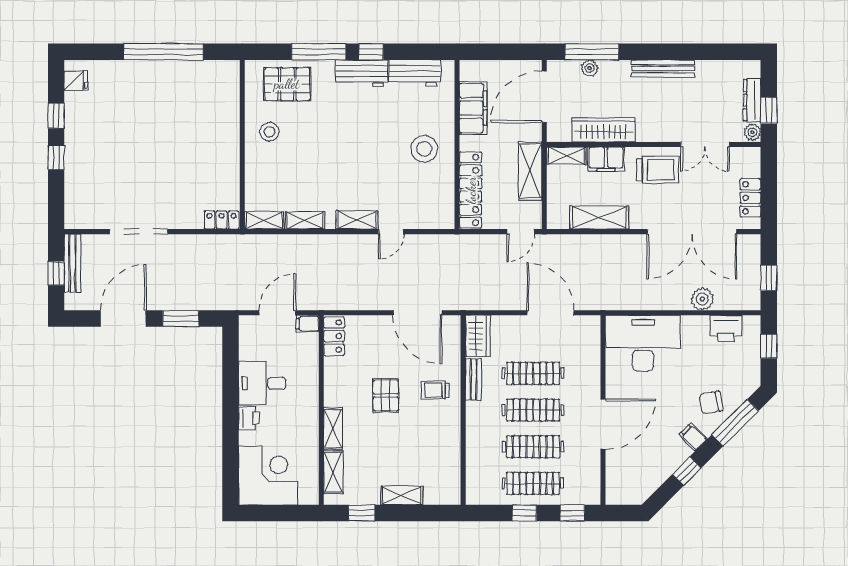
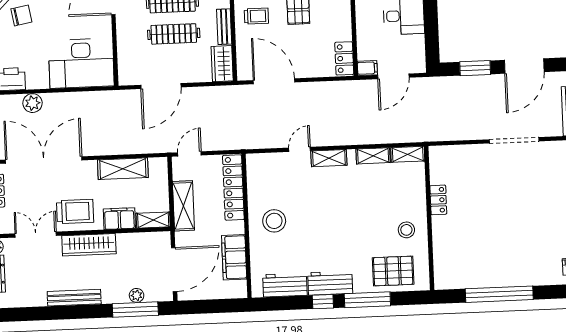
wardrobe: (604, 130) -> (89, 245), moved
trolley: (658, 170) -> (75, 211), turned 180
locker: (222, 220) -> (438, 200), moved, turned -90
door: (551, 313) -> (161, 86), hinge flipped

